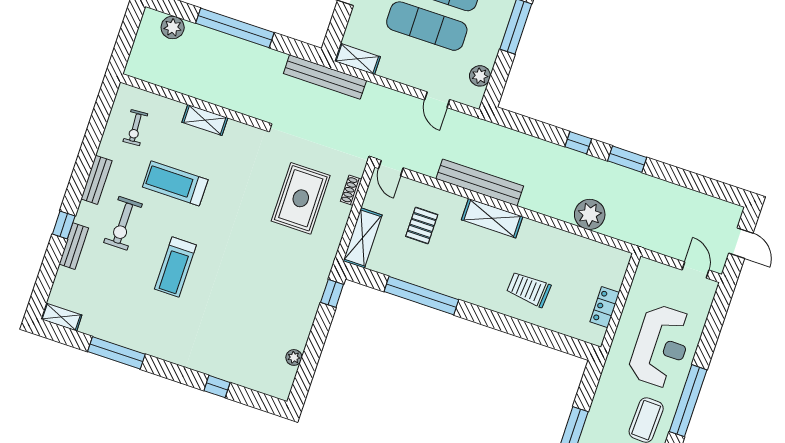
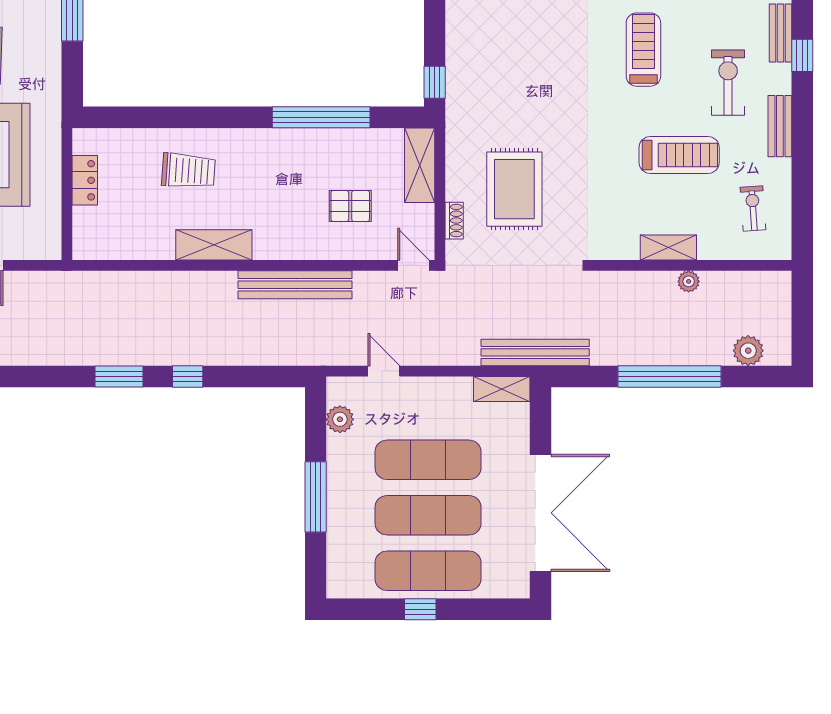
plant: (590, 214) -> (689, 281), moved, width x0.53, depth x0.53
shelving: (492, 218) -> (214, 245), moved
pallet: (422, 225) -> (350, 206), turned 90

